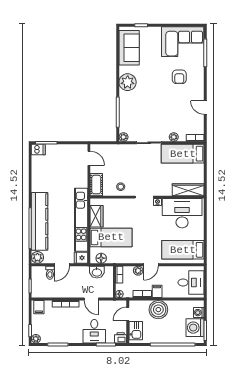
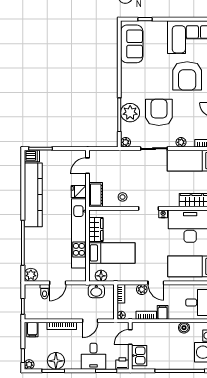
armchair: (179, 77) -> (187, 76), width x1.88, depth x1.88
plant: (128, 82) -> (130, 113), moved
armchair: (154, 110) -> (159, 112), added
door: (89, 158) -> (88, 166), swing flipped
kitchen counter: (40, 221) -> (33, 195), moved
fridge: (81, 258) -> (79, 192), moved
door: (151, 265) -> (156, 283), hinge flipped
door: (91, 299) -> (90, 321), hinge flipped
boiler: (158, 310) -> (184, 328), moved, width x0.54, depth x0.54
floor lamp: (60, 335) -> (56, 361), added

